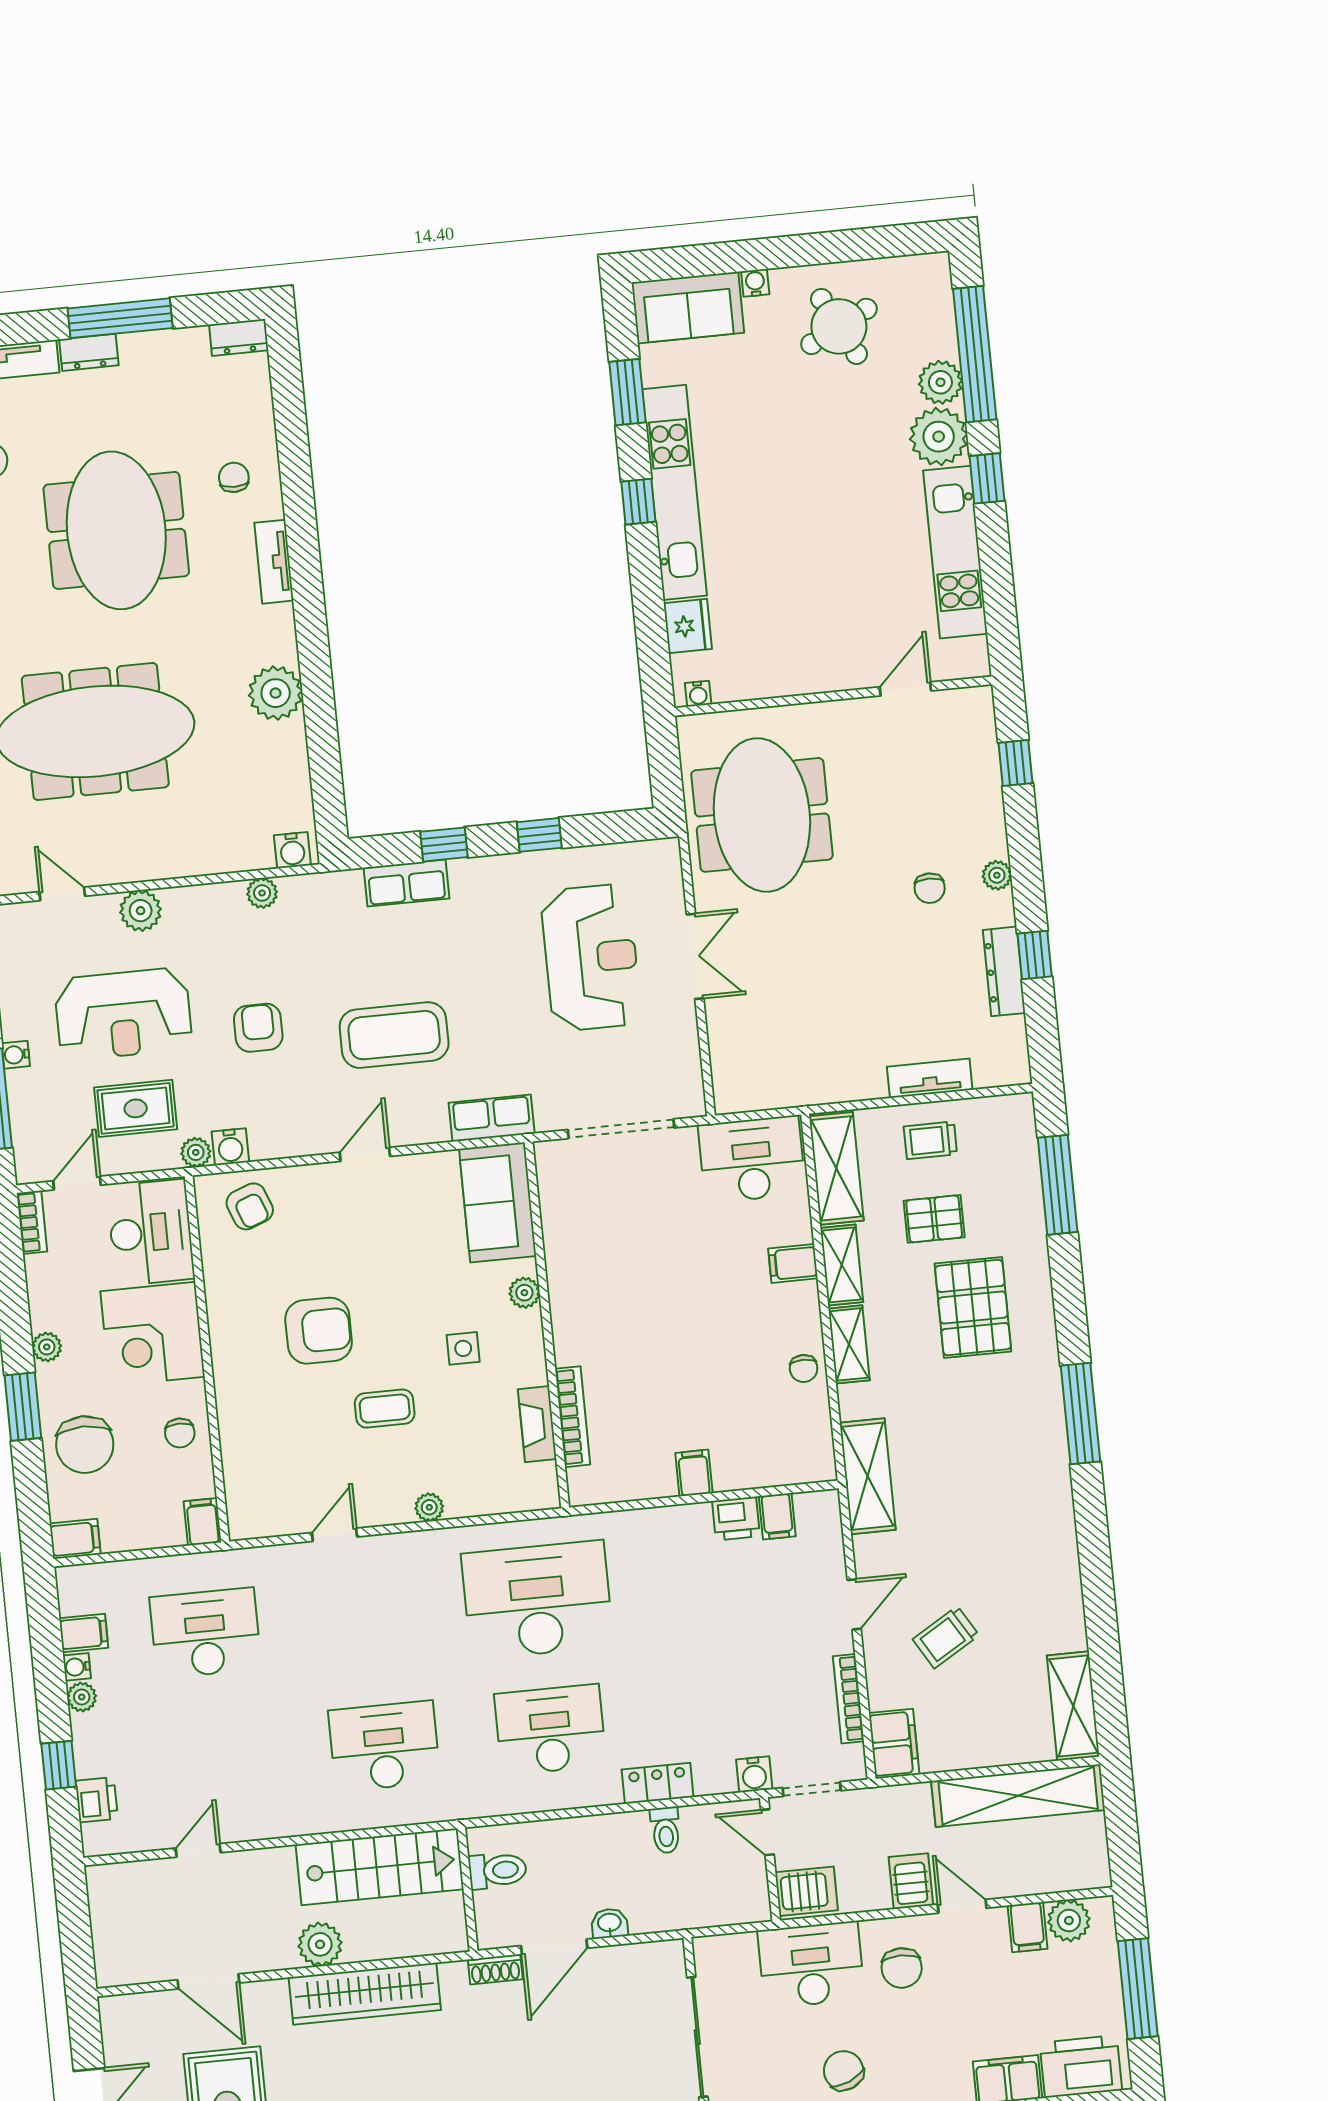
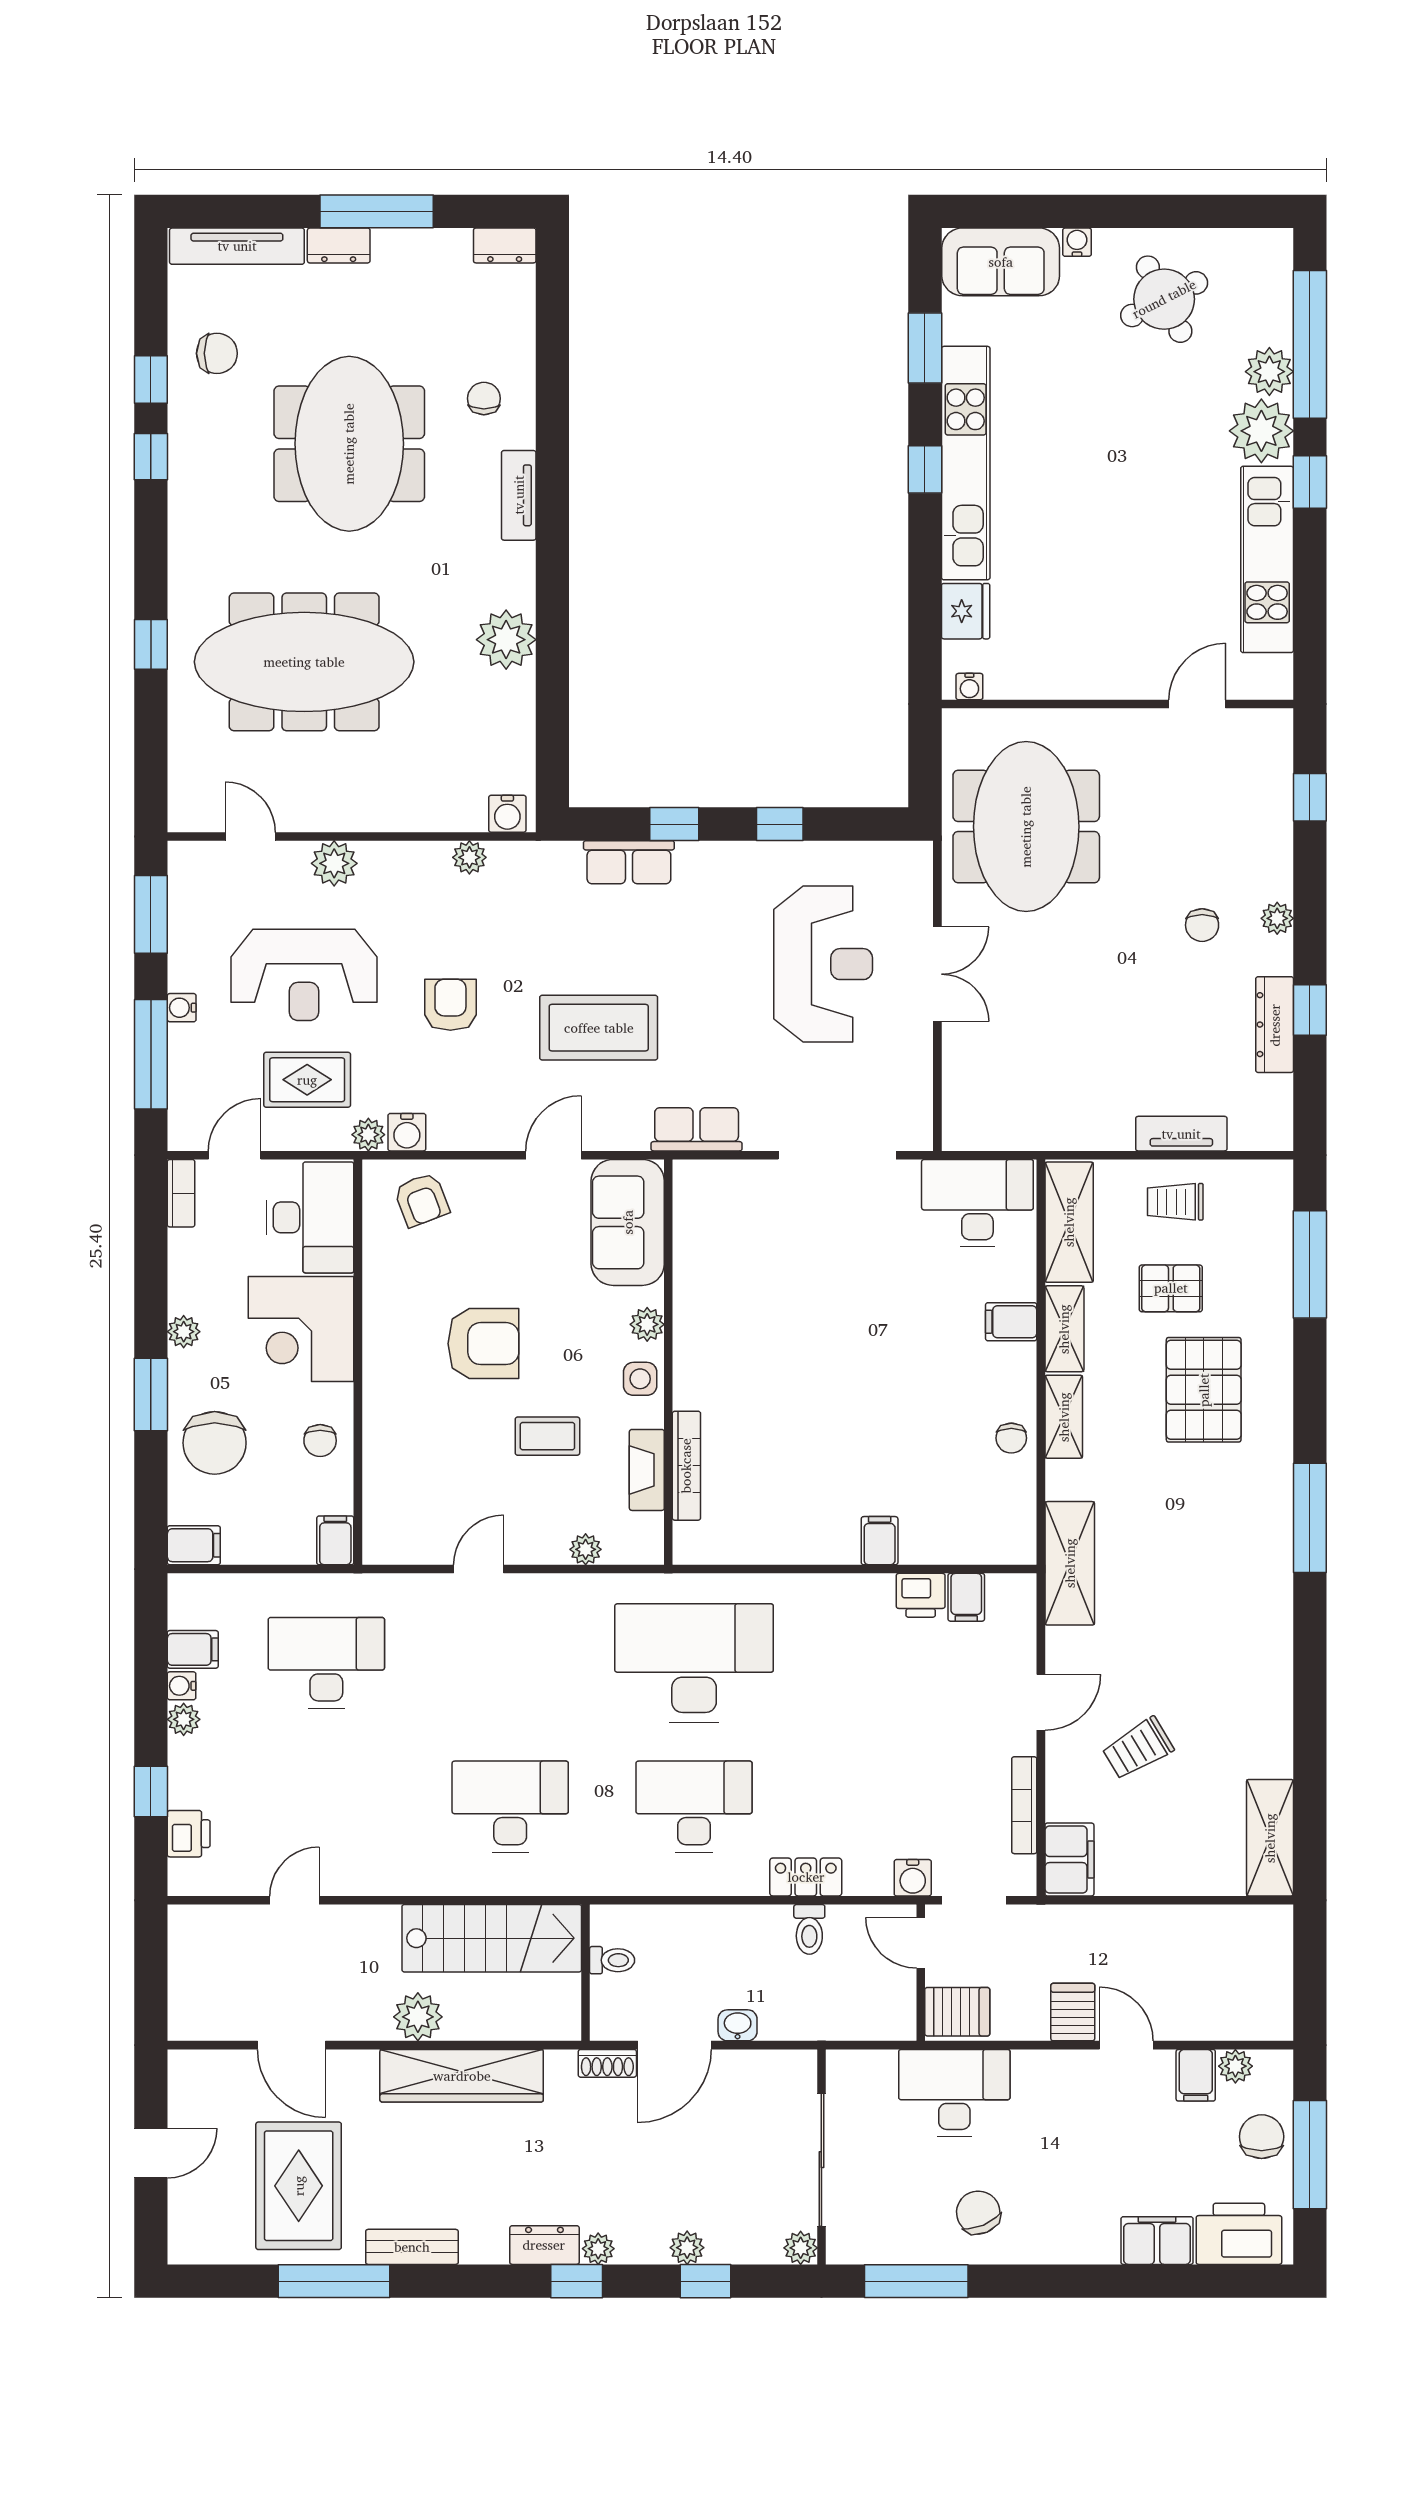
sofa: (498, 1202) -> (628, 1222), moved
plant: (524, 1293) -> (647, 1324), moved
wall: (547, 1325) -> (668, 1362), moved
bookcase: (573, 1417) -> (686, 1466), moved
fireplace: (537, 1424) -> (647, 1470), moved
shelving: (1018, 1796) -> (1200, 1930), removed
toilet: (498, 1870) -> (612, 1960), width x0.73, depth x0.72
plant: (1069, 1921) -> (1235, 2066), width x0.73, depth x0.73
chair: (902, 1968) -> (1262, 2137), moved, turned 180

